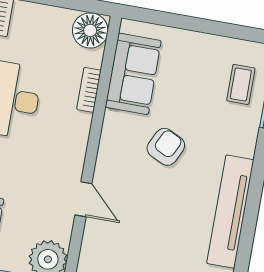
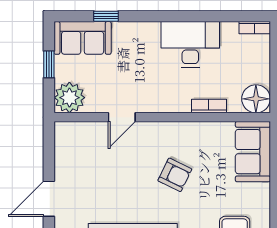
sofa: (133, 74) -> (253, 152), moved, turned 90

